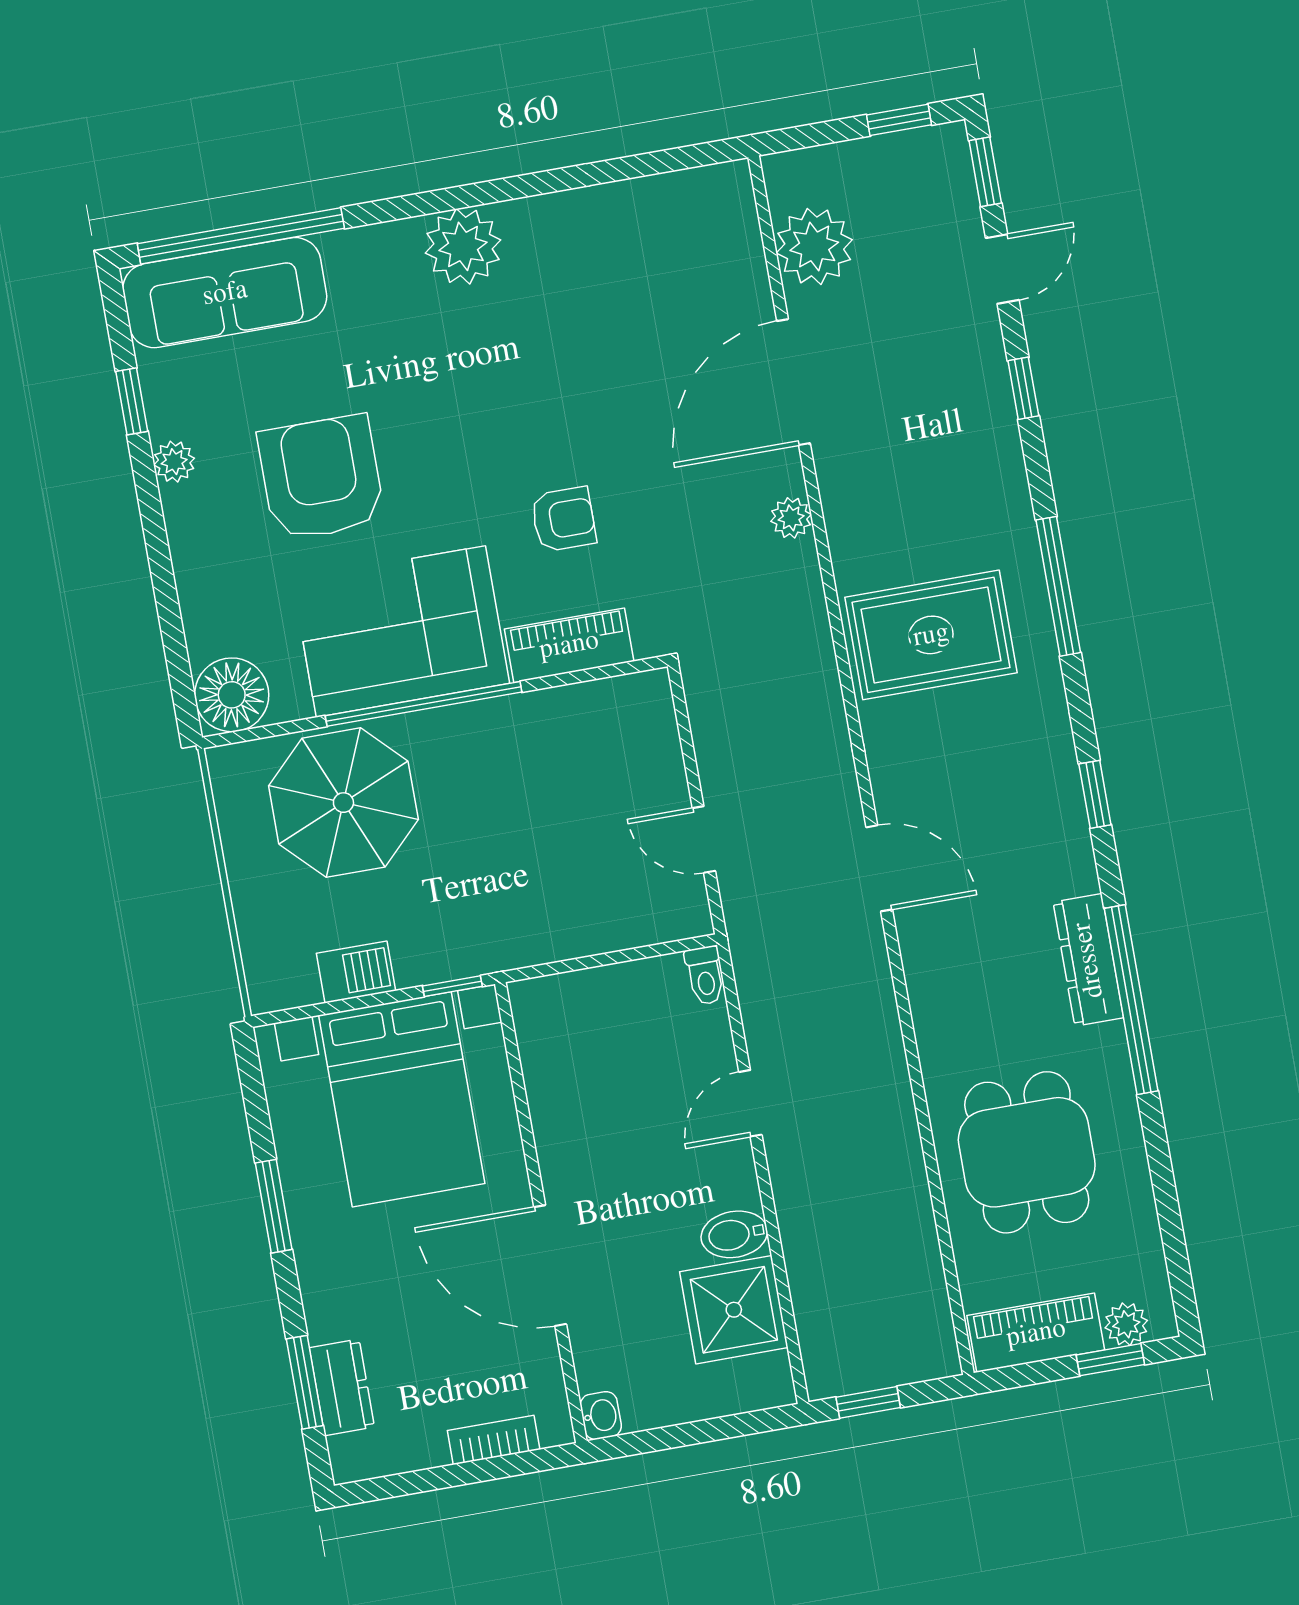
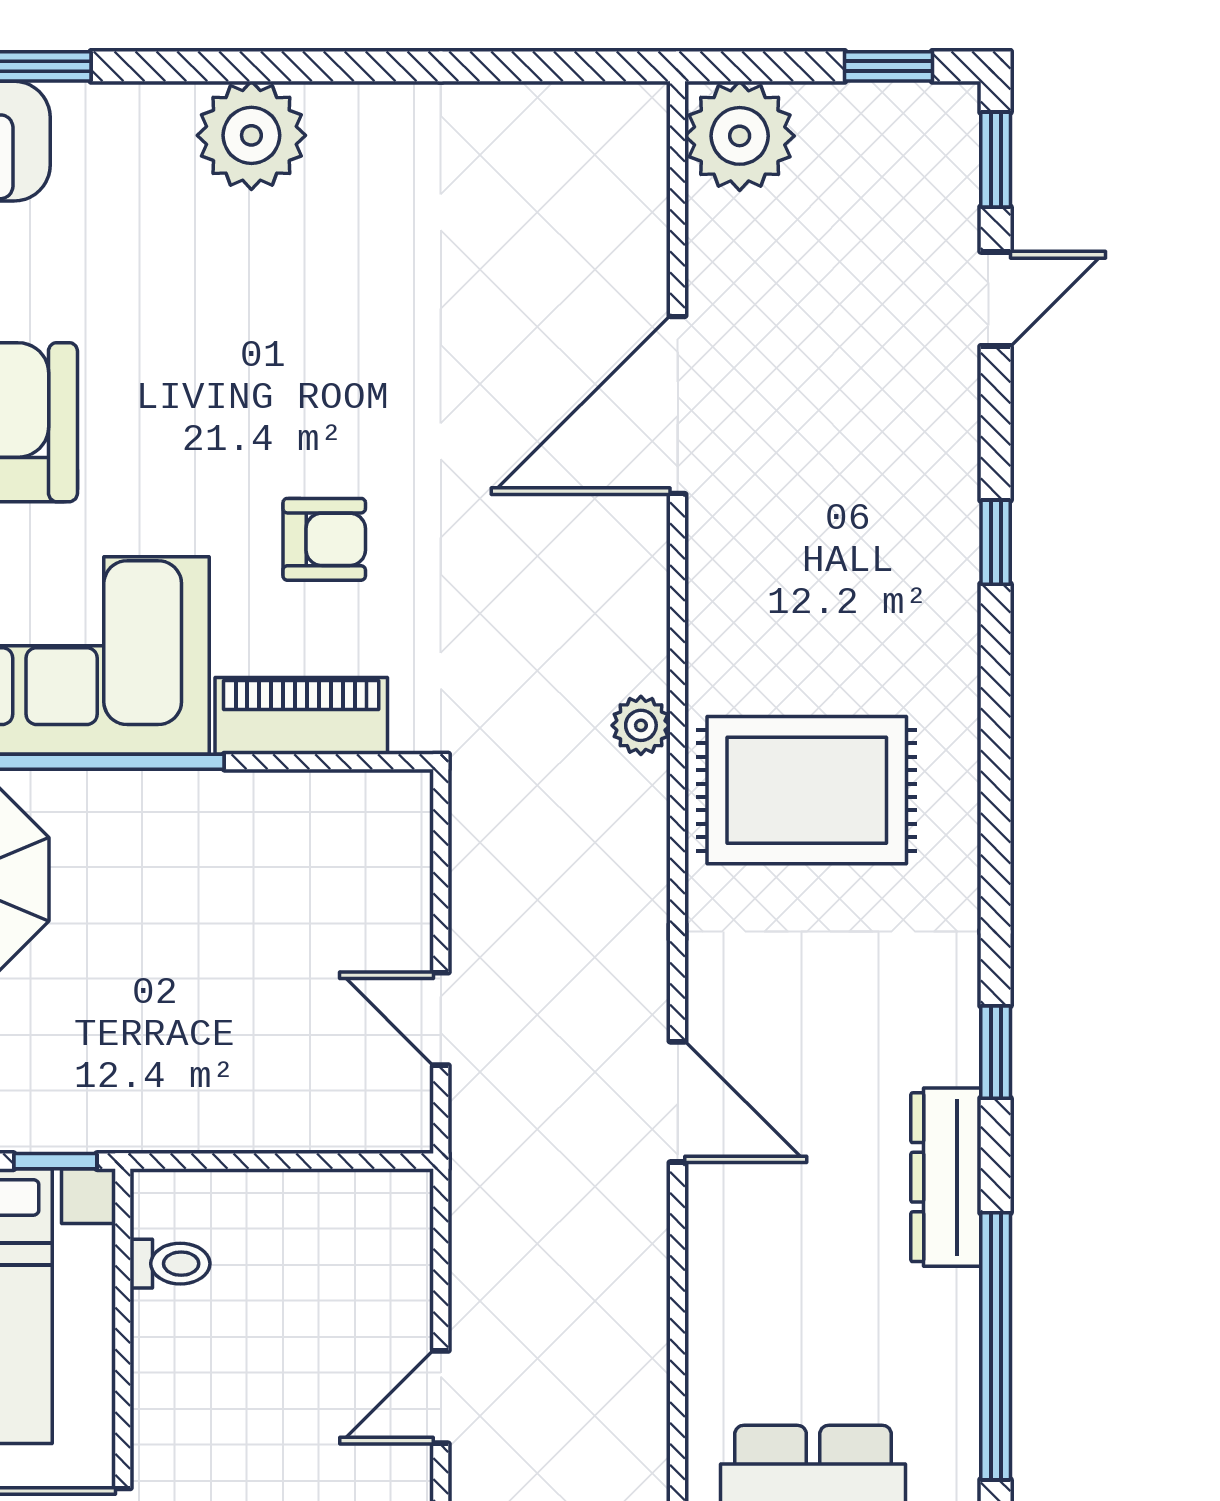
plant: (814, 246) -> (740, 136), moved
window: (1023, 388) -> (996, 542), moved
plant: (791, 518) -> (641, 725), moved
window: (1058, 586) -> (996, 754), removed
dresser: (1088, 960) -> (946, 1177), moved
toilet: (705, 976) -> (170, 1264), moved, turned -90

